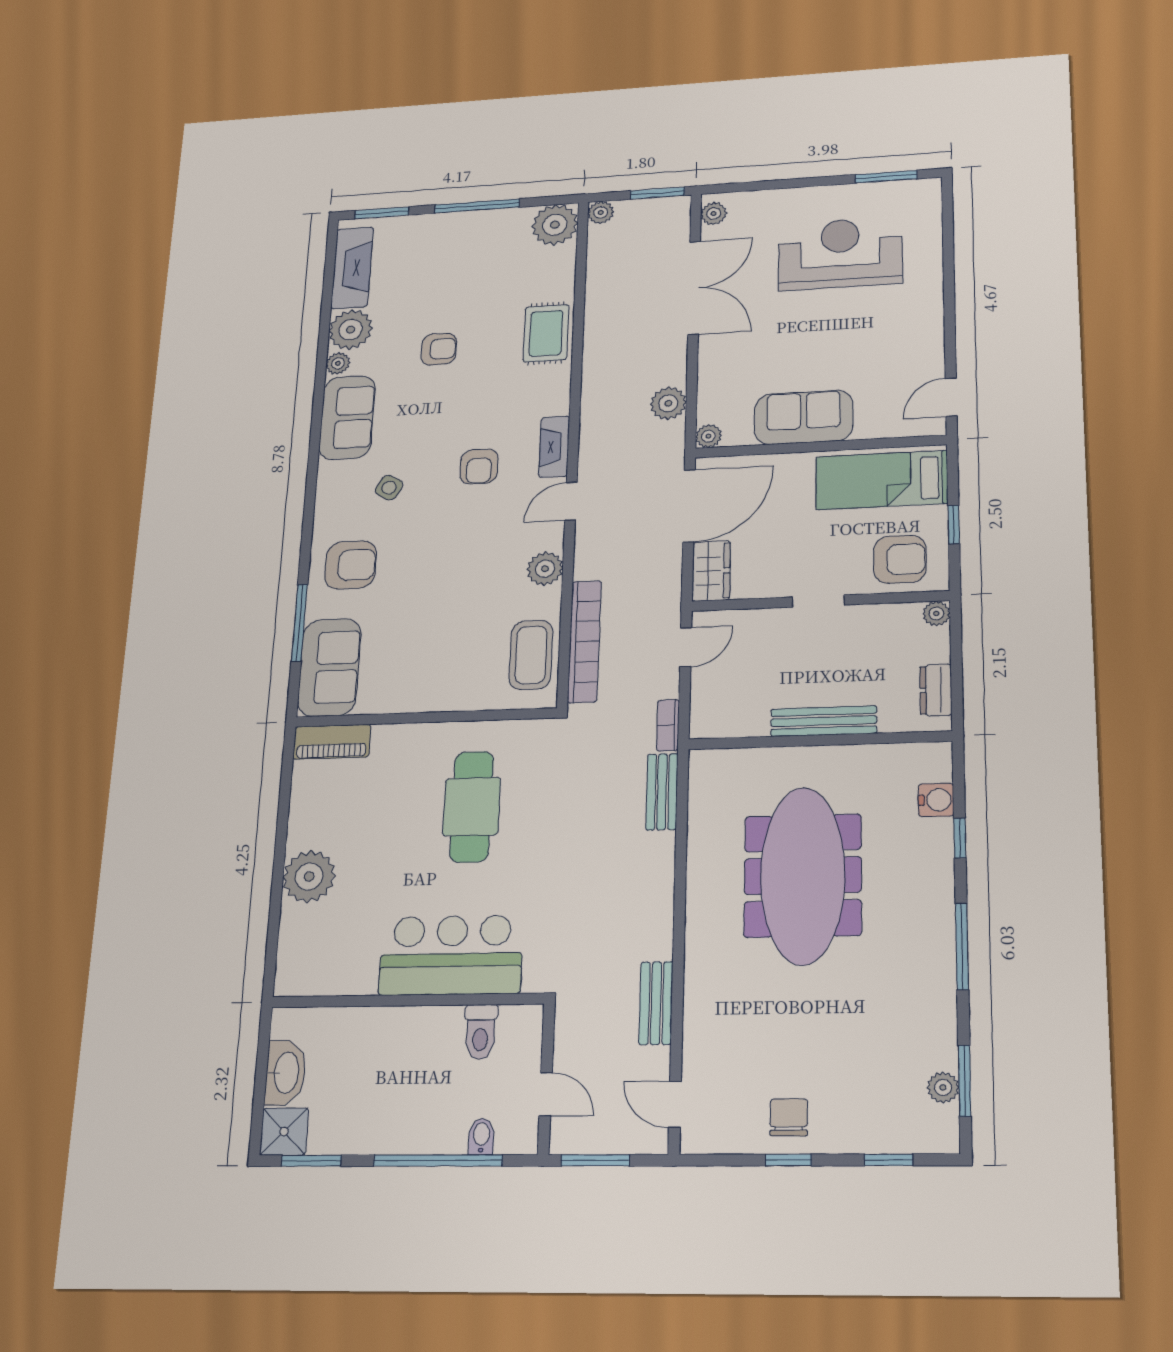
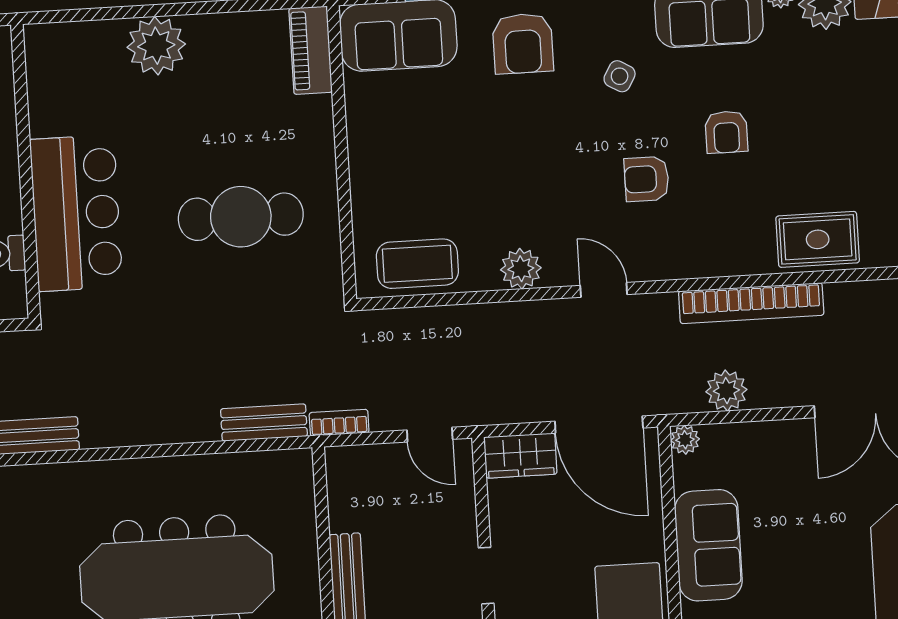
armchair: (439, 349) -> (726, 132), moved
fireplace: (554, 447) -> (672, 264), removed
bookcase: (584, 641) -> (751, 303), moved

